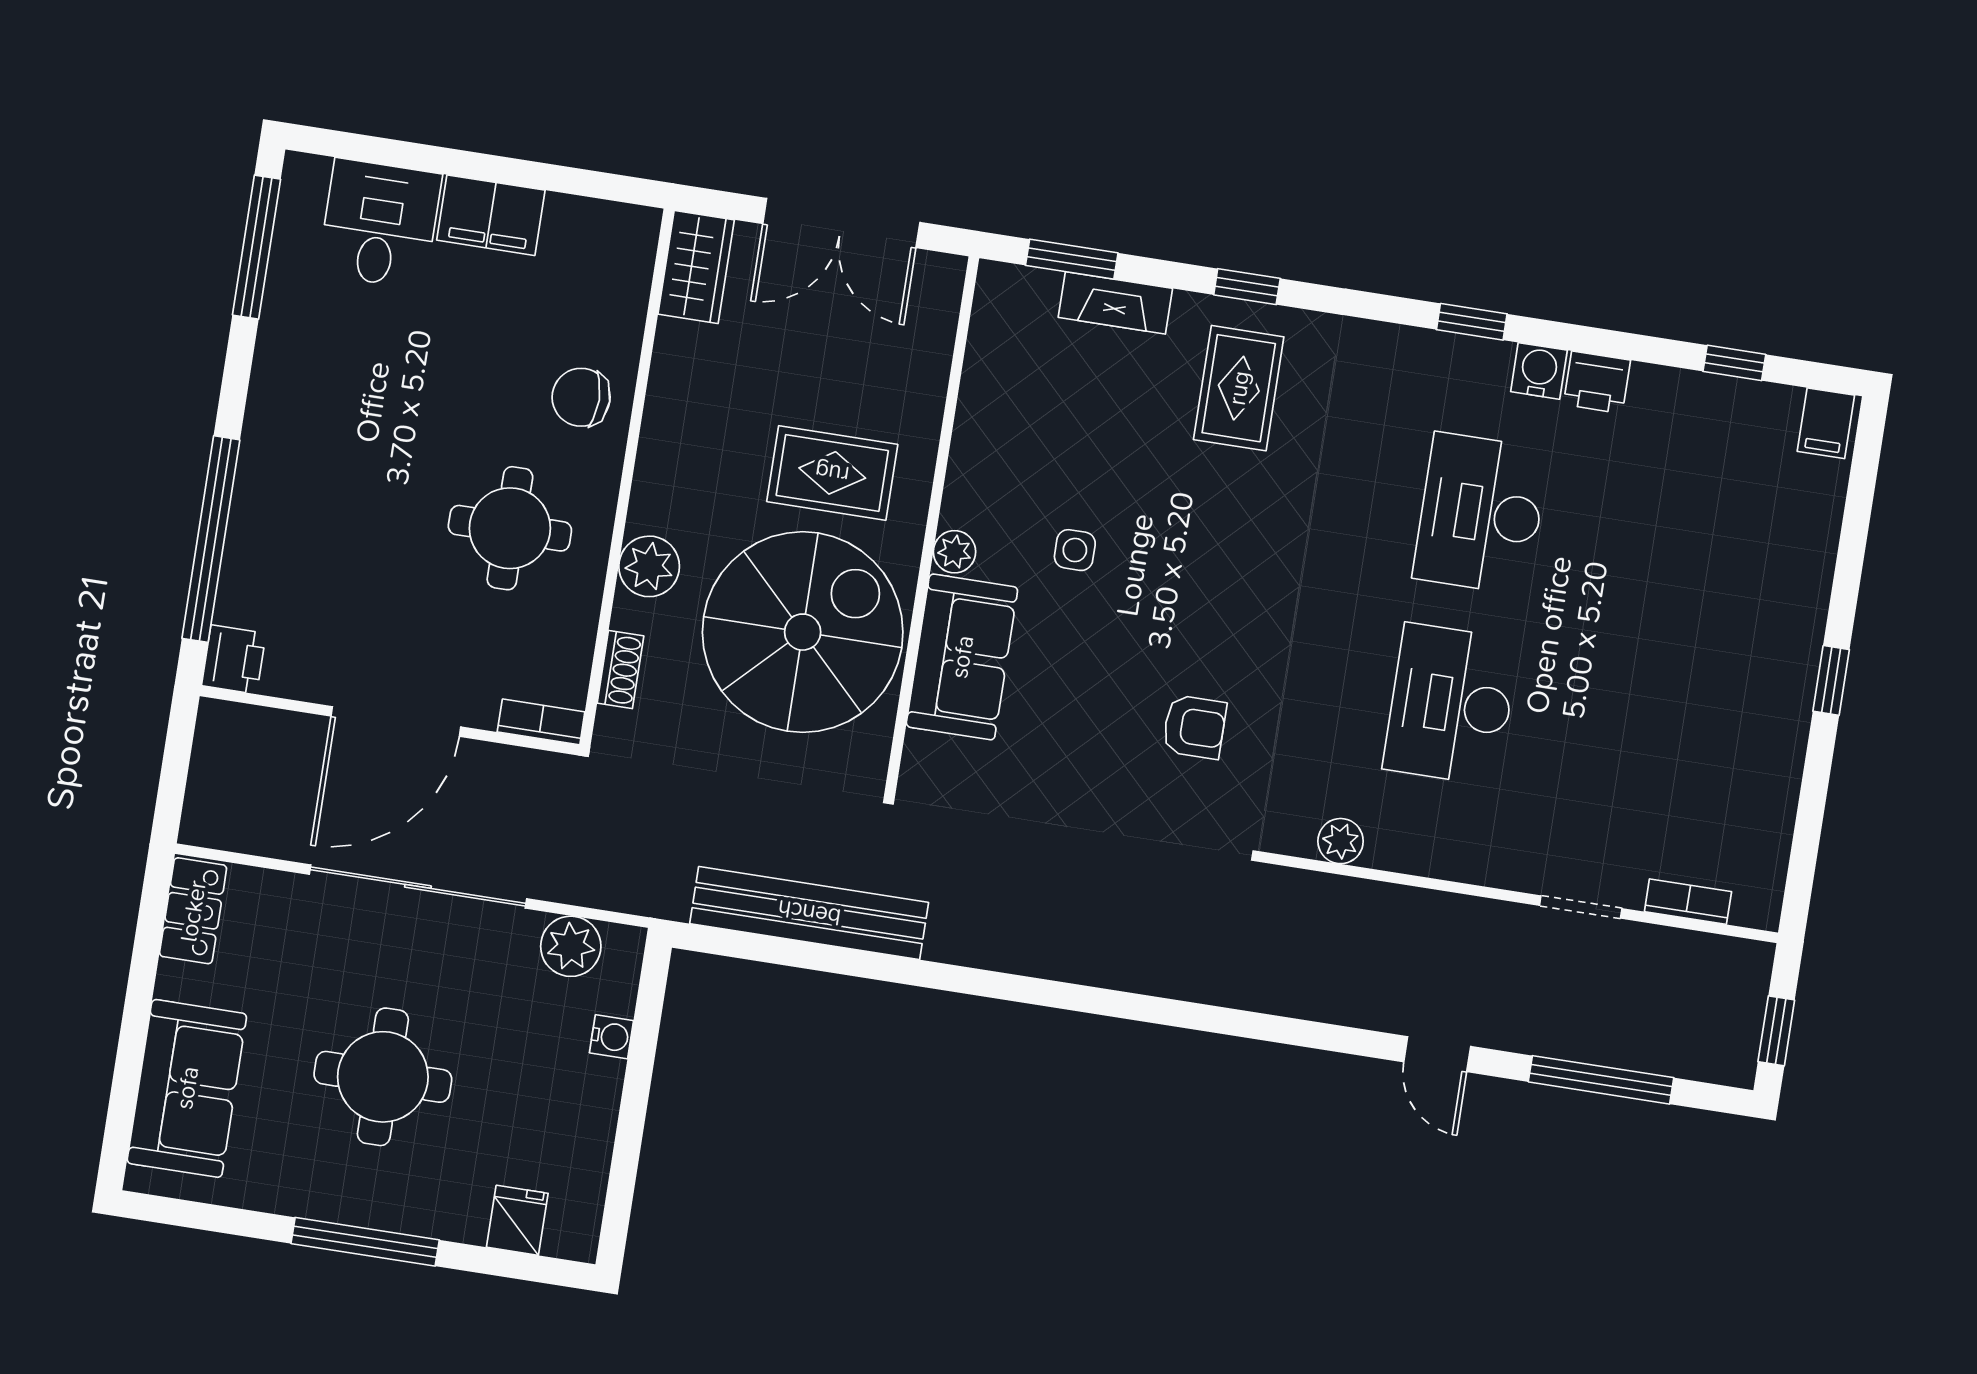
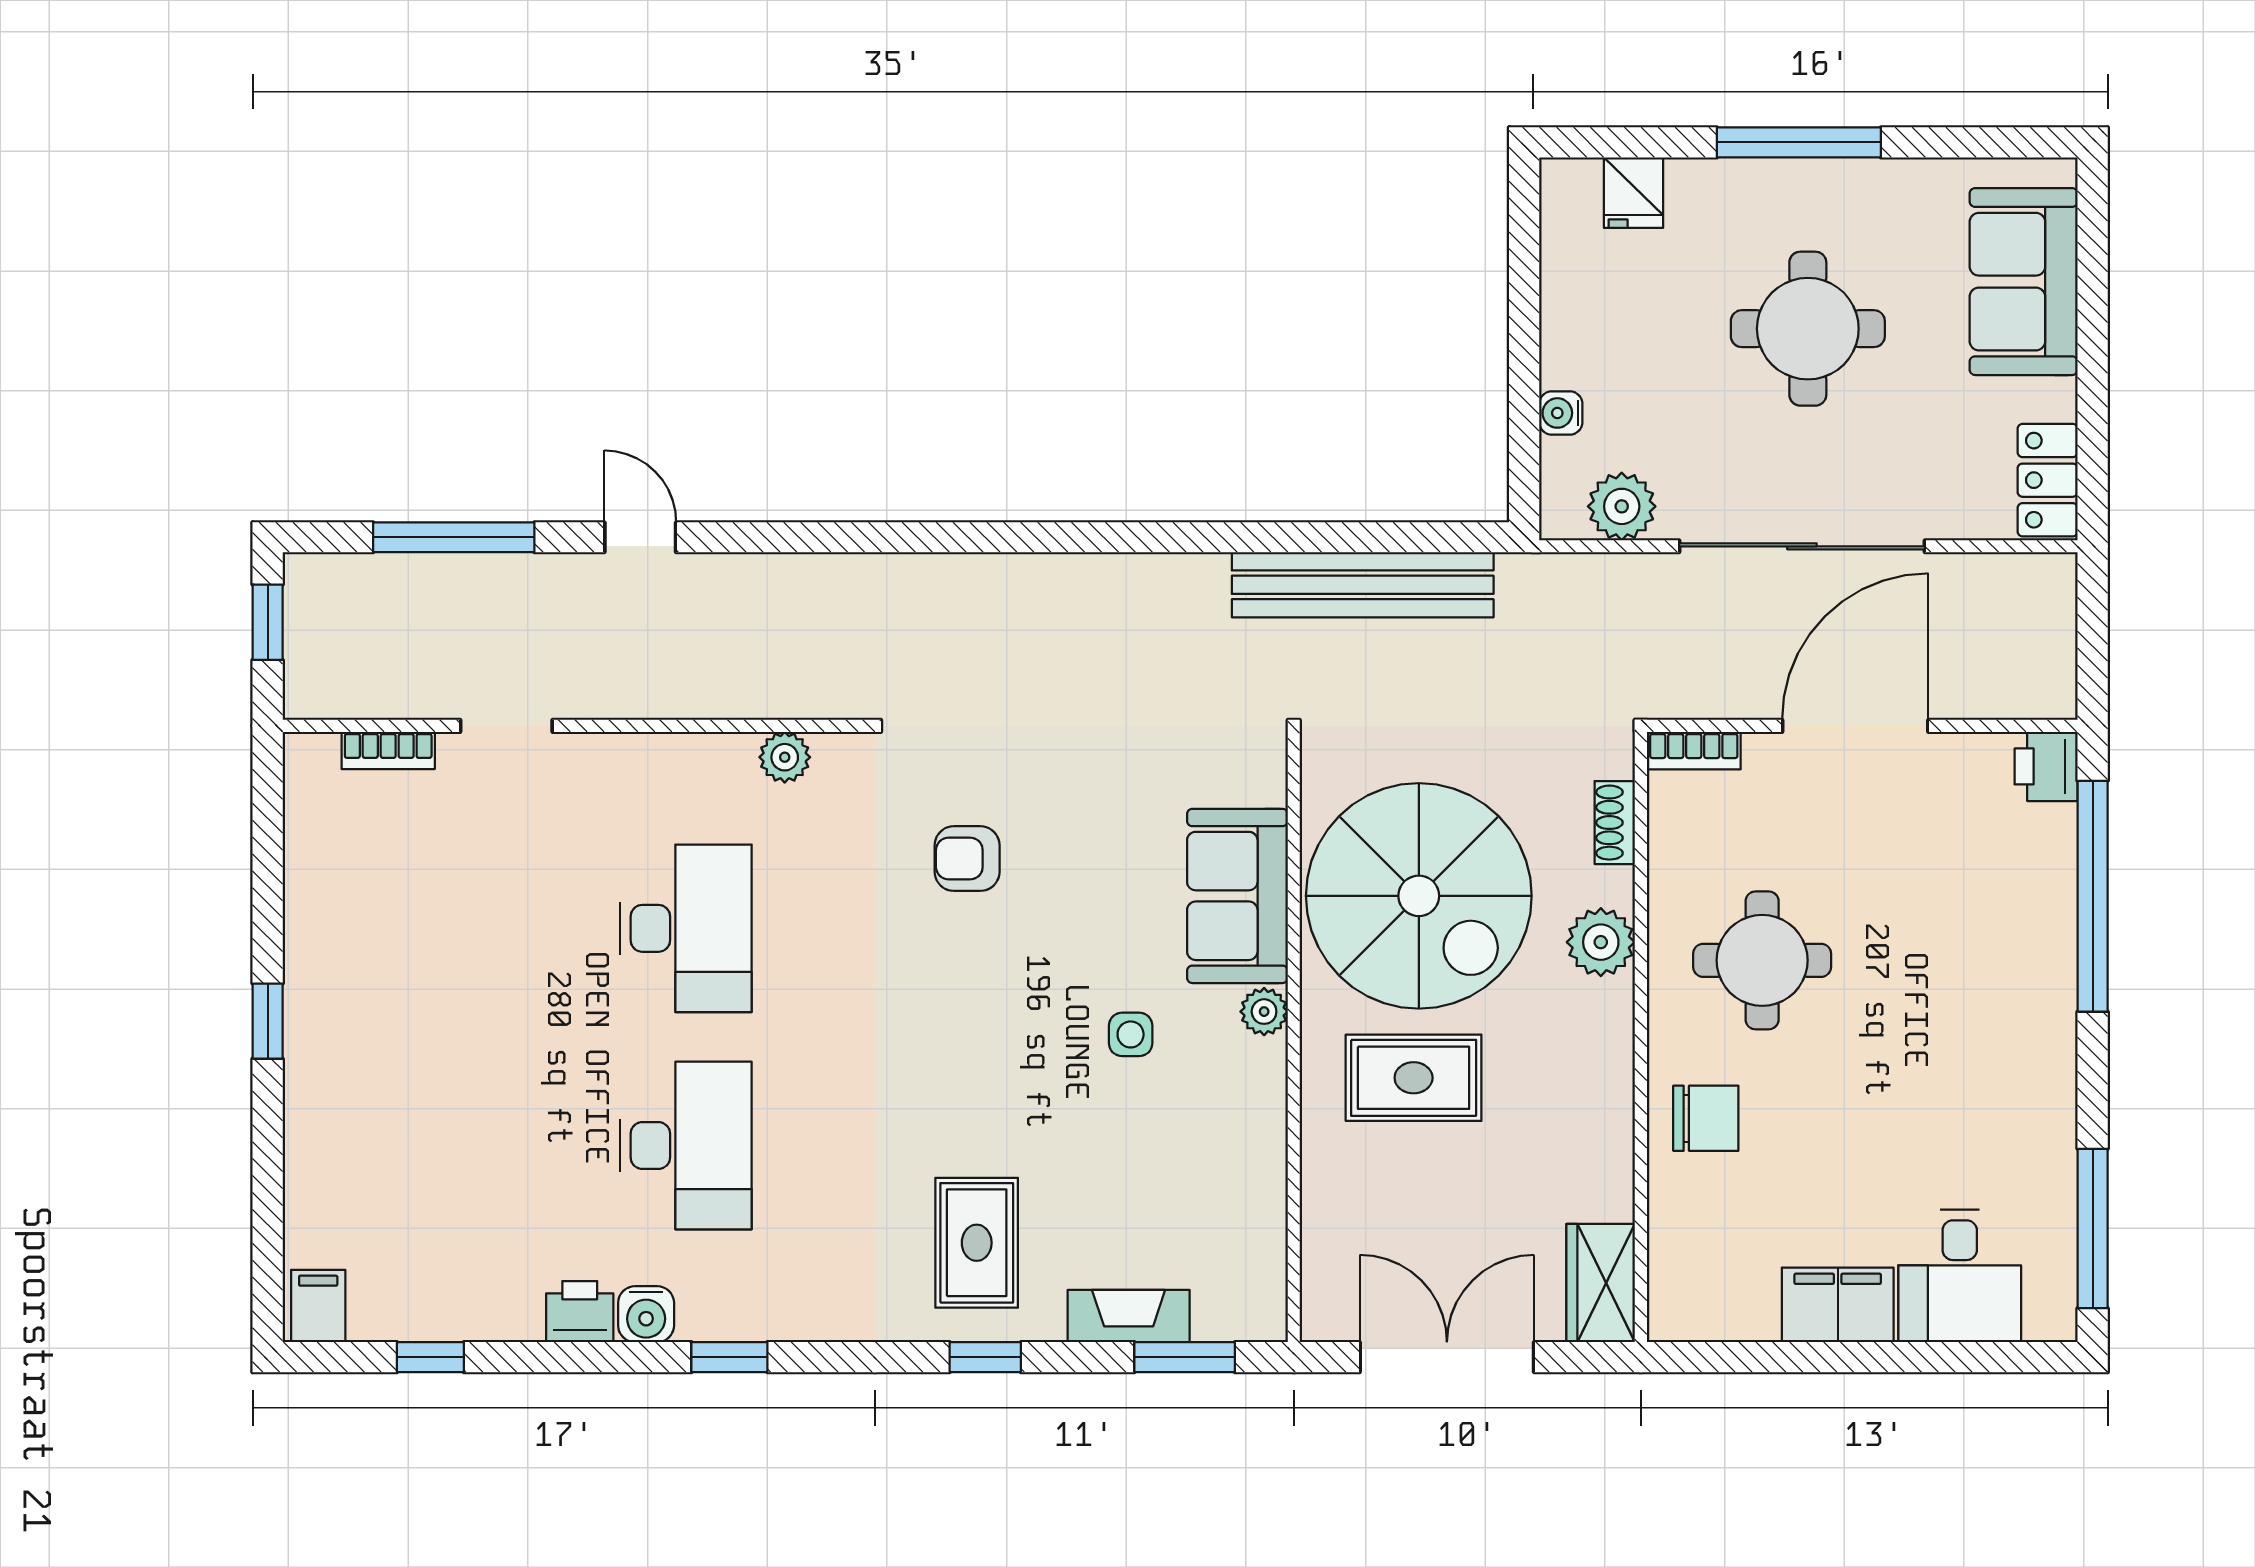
spiral stairs: (803, 632) -> (1419, 896), turned -90

